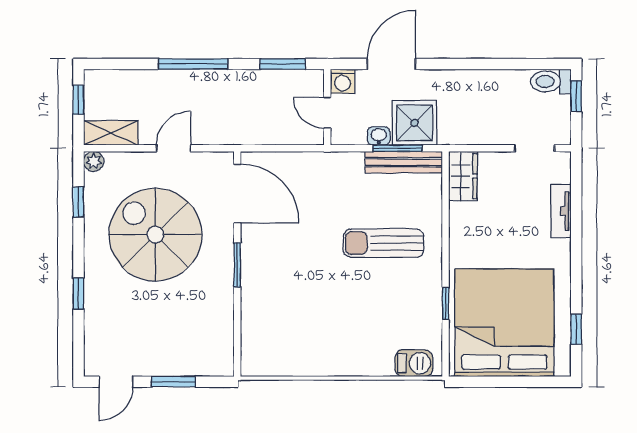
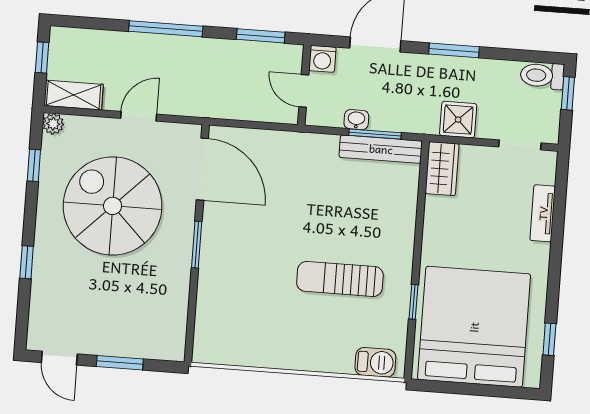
window: (466, 64) -> (454, 50), added
shower: (415, 123) -> (458, 120), moved, width x0.73, depth x0.73
sun lounger: (383, 243) -> (340, 279), moved
door: (116, 382) -> (59, 358), hinge flipped

